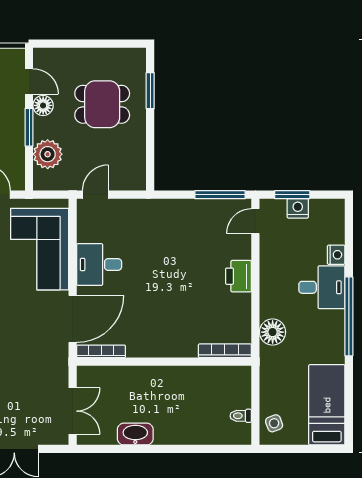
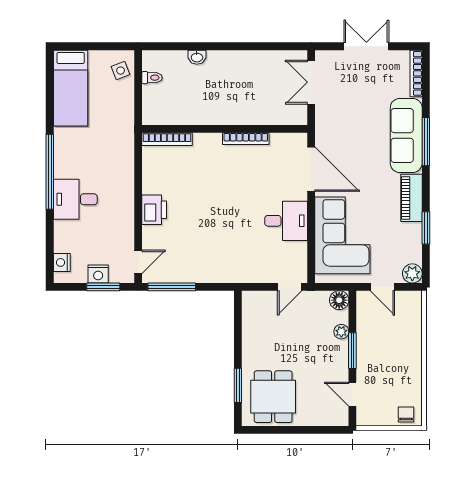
dining table: (102, 104) -> (273, 397), moved, turned 90
floor lamp: (43, 105) -> (339, 300), moved
plant: (48, 154) -> (341, 332), width x0.53, depth x0.53
nightstand: (336, 255) -> (62, 262), moved
door: (73, 319) -> (311, 169), swing flipped
floor lamp: (273, 332) -> (122, 157), removed
bookcase: (101, 351) -> (246, 139), moved
washbasin: (135, 434) -> (197, 57), moved, width x0.52, depth x0.69

